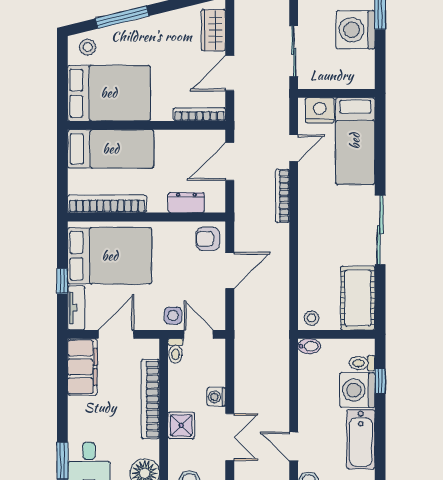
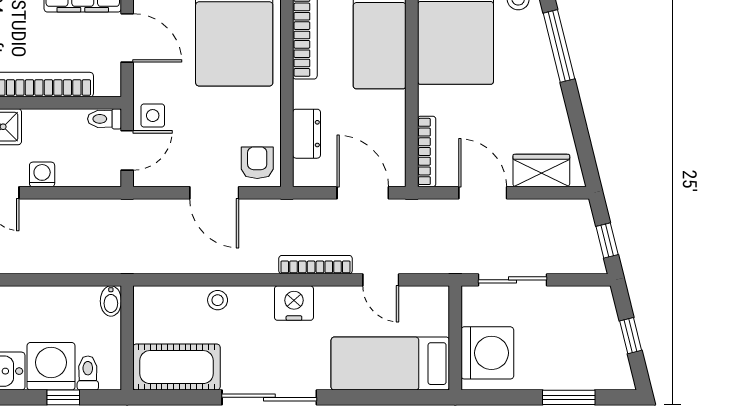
washing machine: (356, 30) -> (487, 353), moved, turned 90
nightstand: (320, 110) -> (294, 303), moved, turned -90
stool: (312, 318) -> (218, 300), moved

